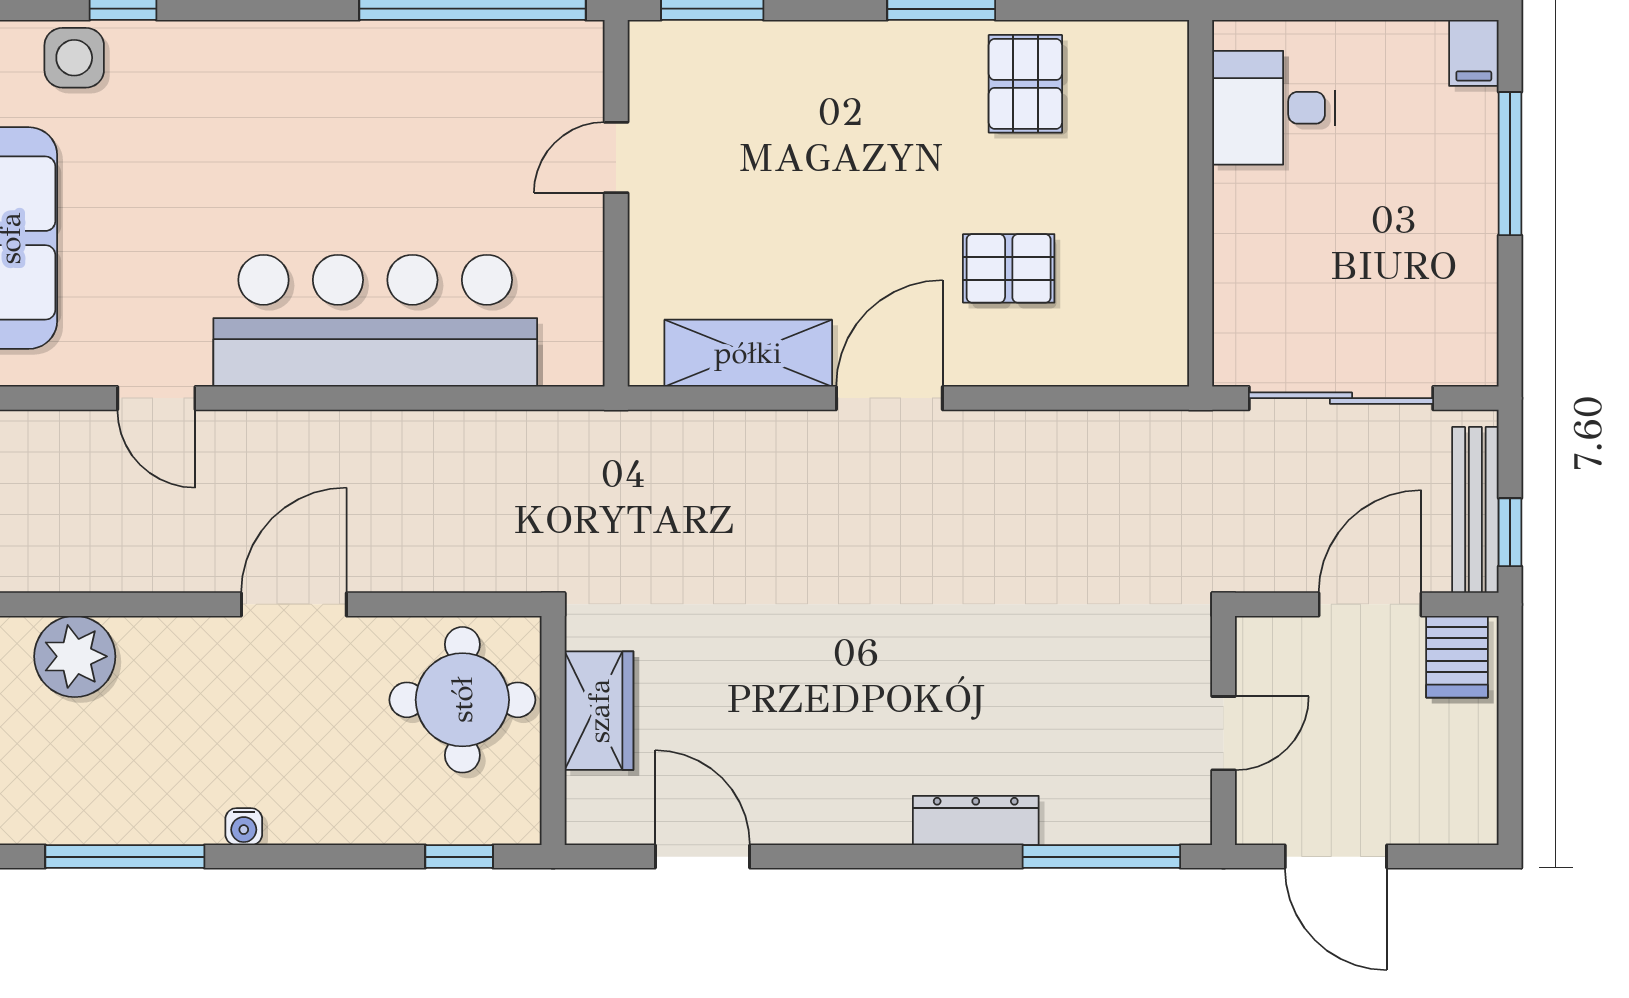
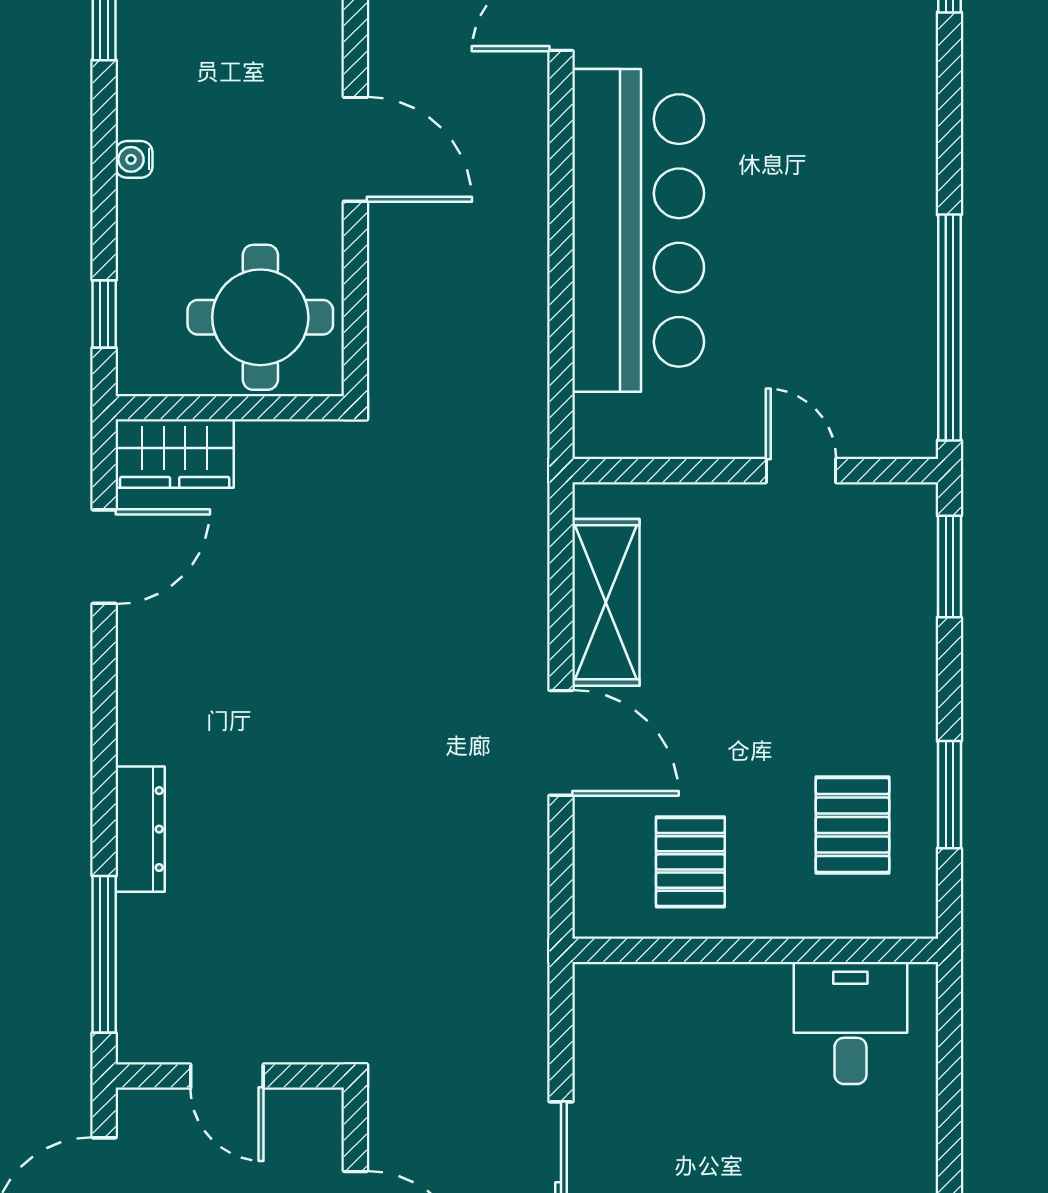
pallet: (1025, 84) -> (852, 825), moved, turned 90
desk: (1273, 108) -> (850, 1023), moved
wall: (1201, 203) -> (755, 950), moved
wardrobe: (599, 711) -> (175, 453), moved
water cooler: (244, 827) -> (134, 159), moved

